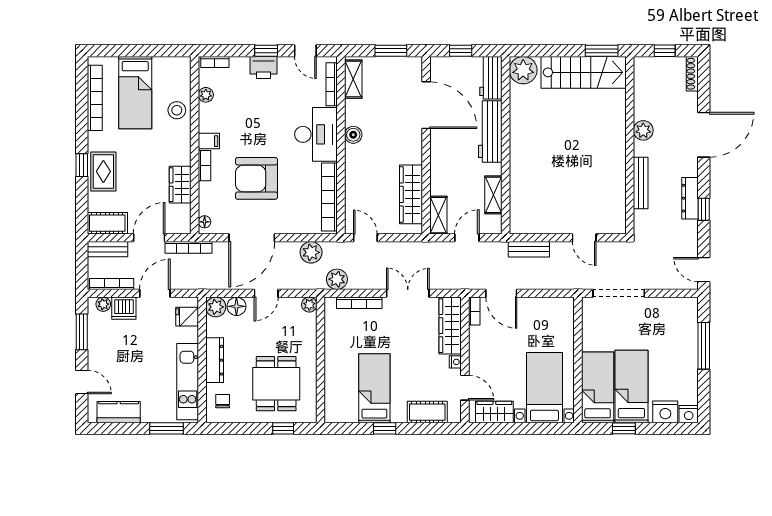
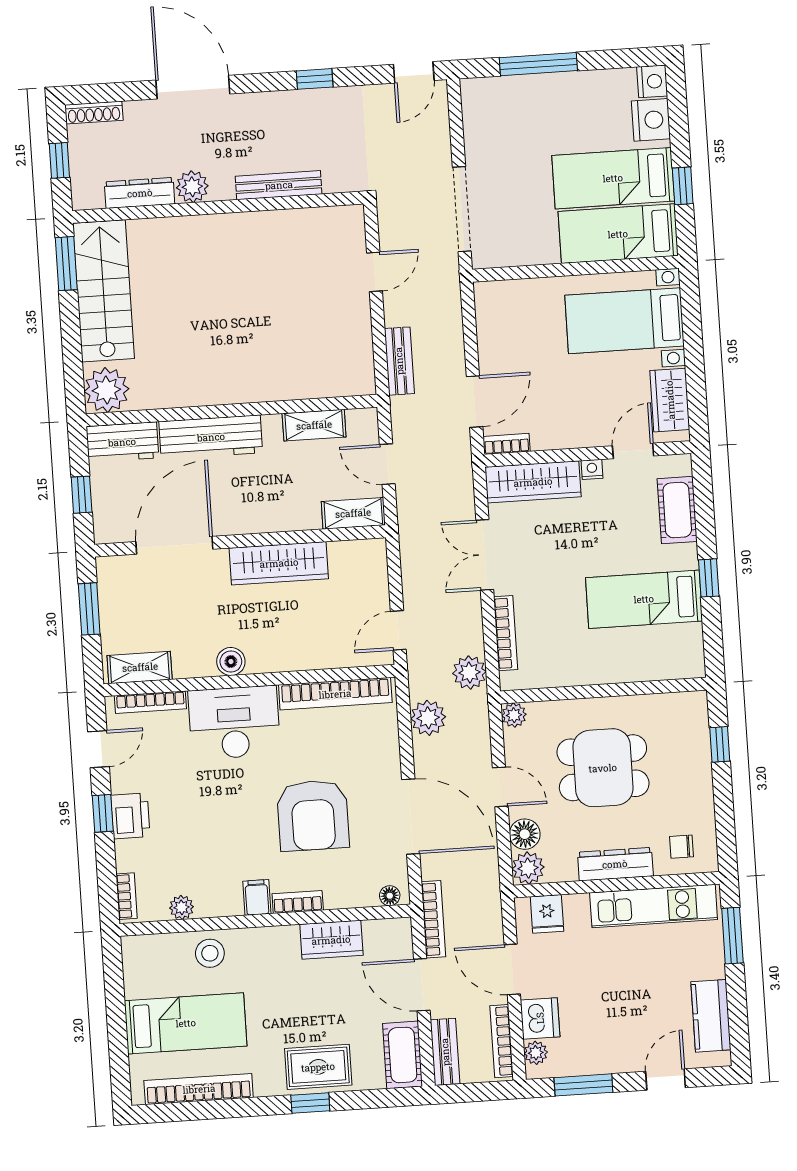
wardrobe: (411, 194) -> (279, 563), moved
dresser: (690, 198) -> (140, 193), moved, turned 180
dining table: (276, 384) -> (603, 768), moved

